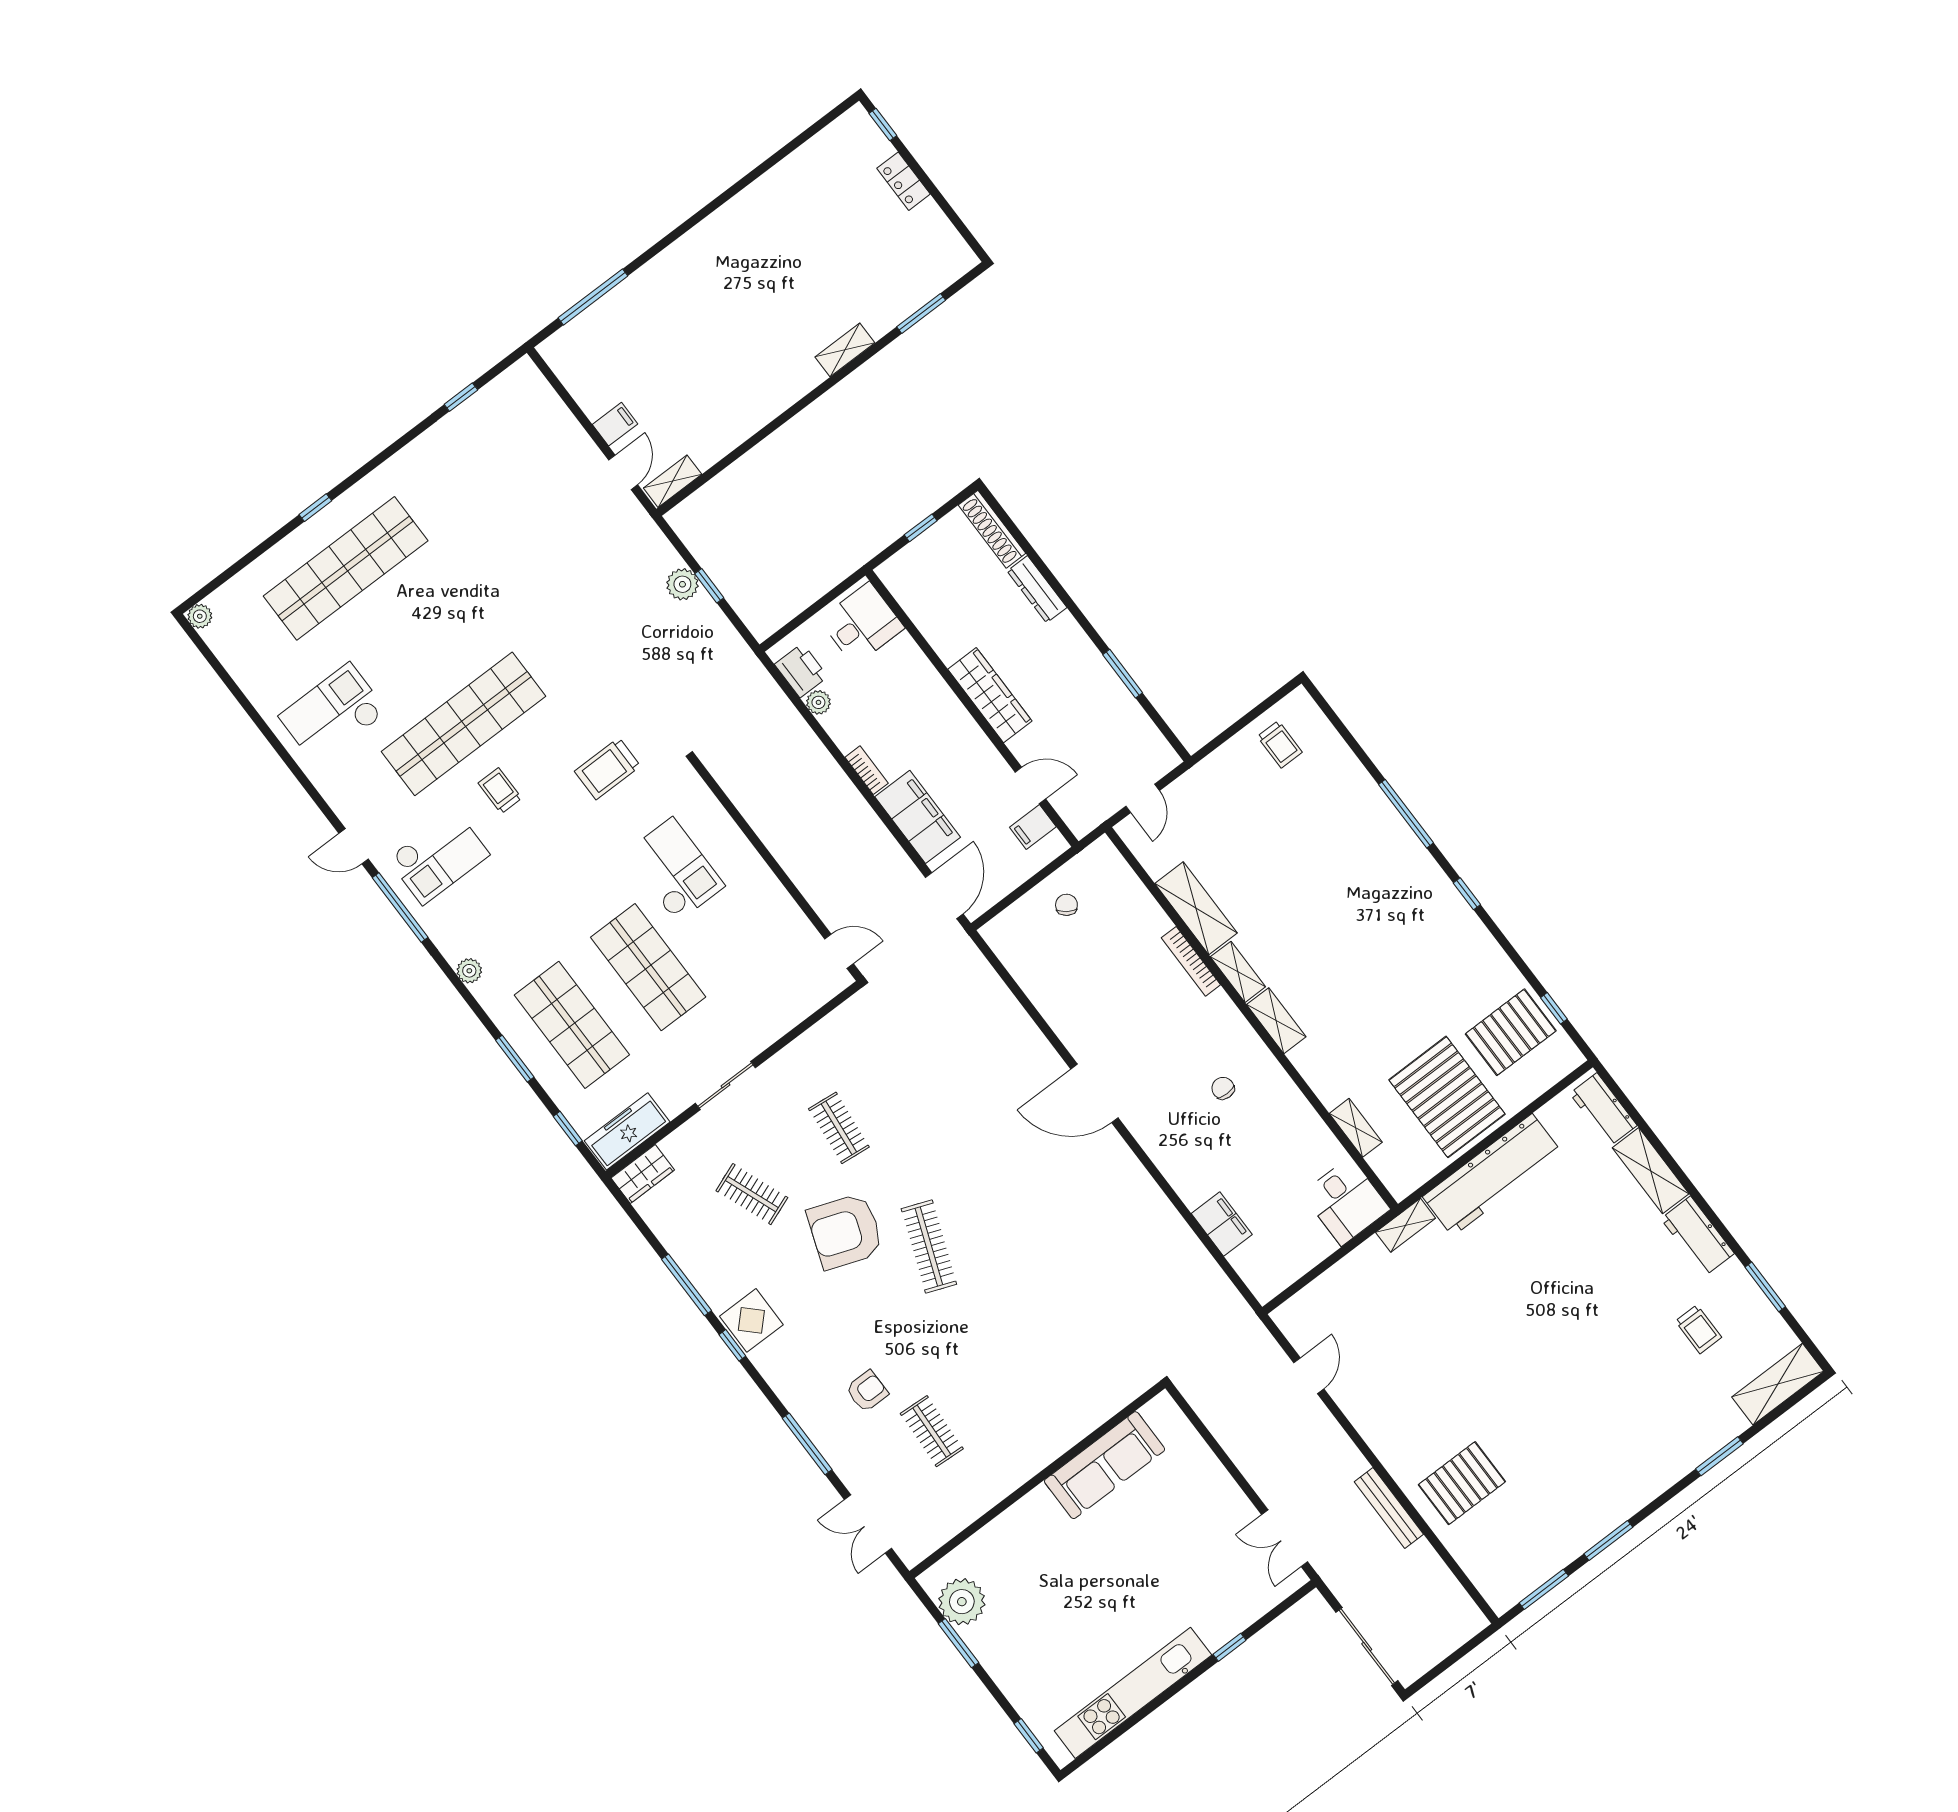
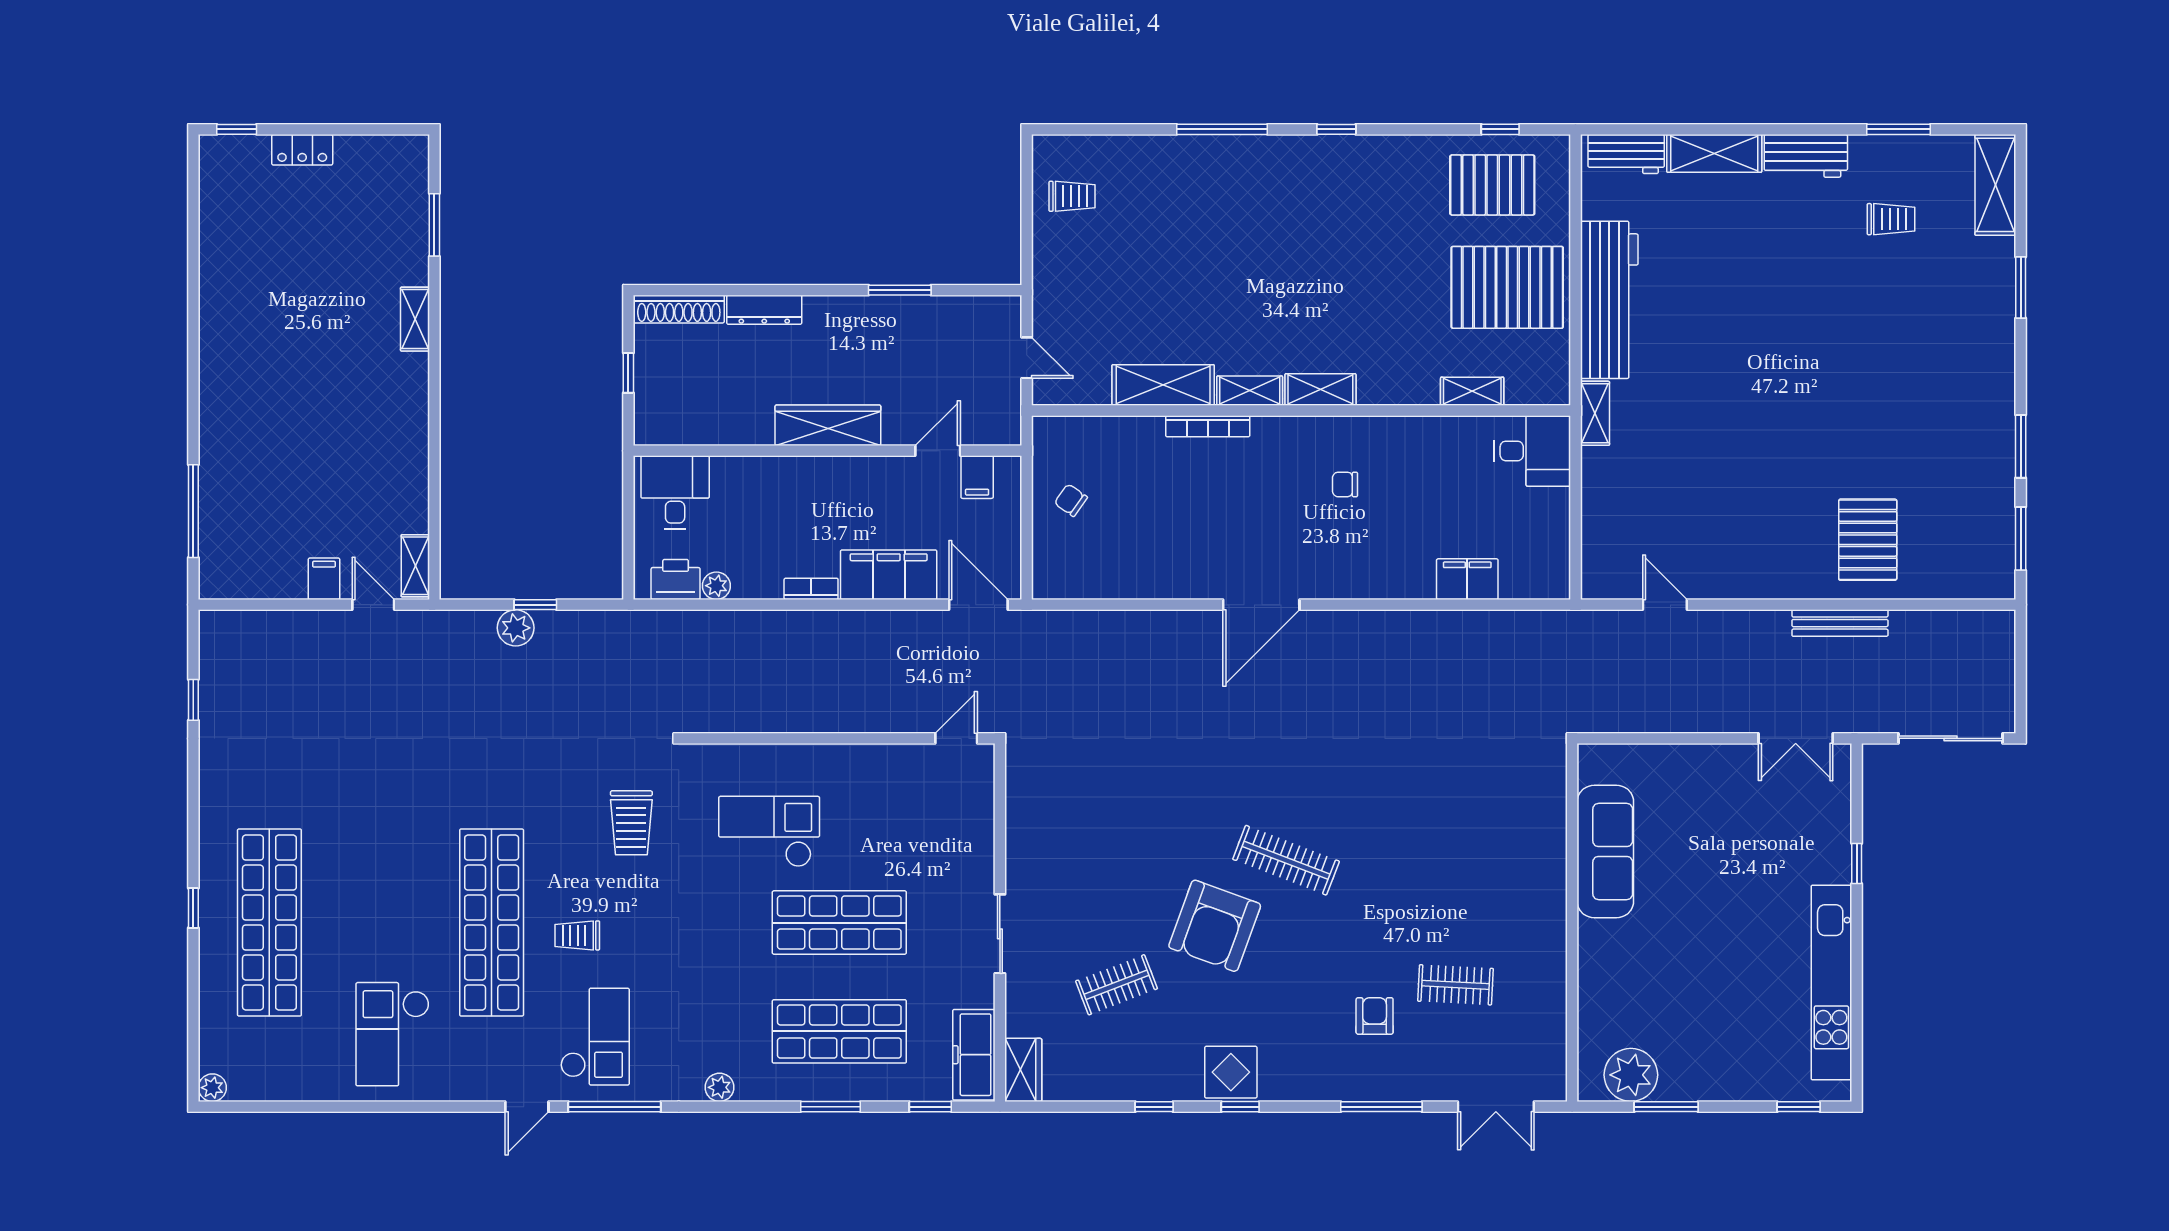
pallet: (1511, 1032) -> (1492, 185), turned 90
clothes rail: (839, 1128) -> (1117, 860), removed
window: (687, 1285) -> (1154, 1107), width x0.46

